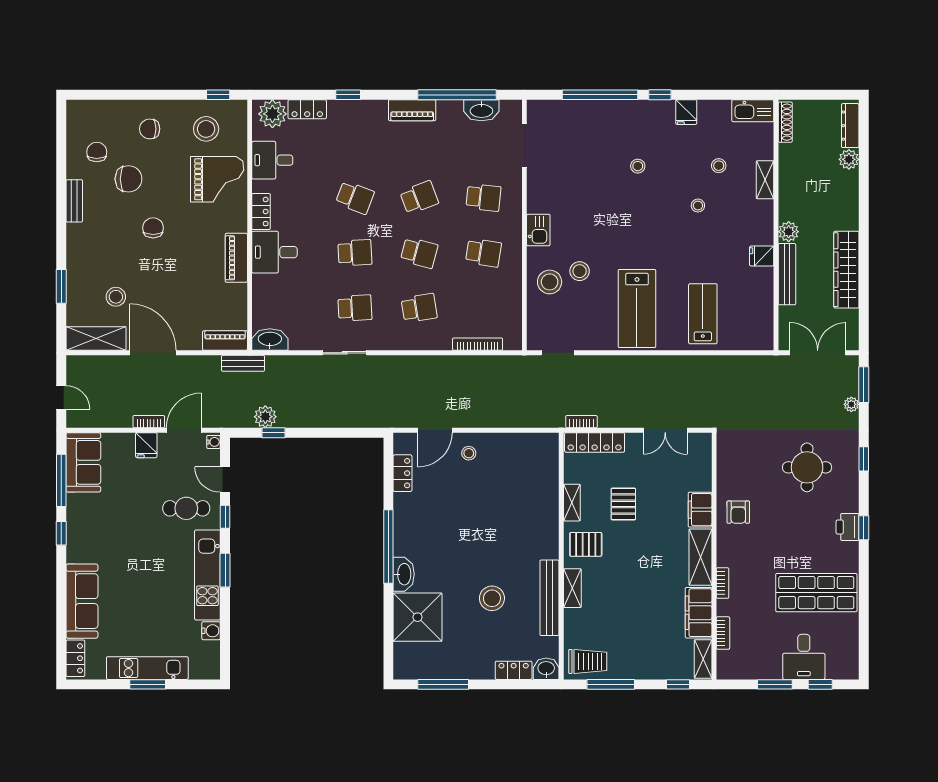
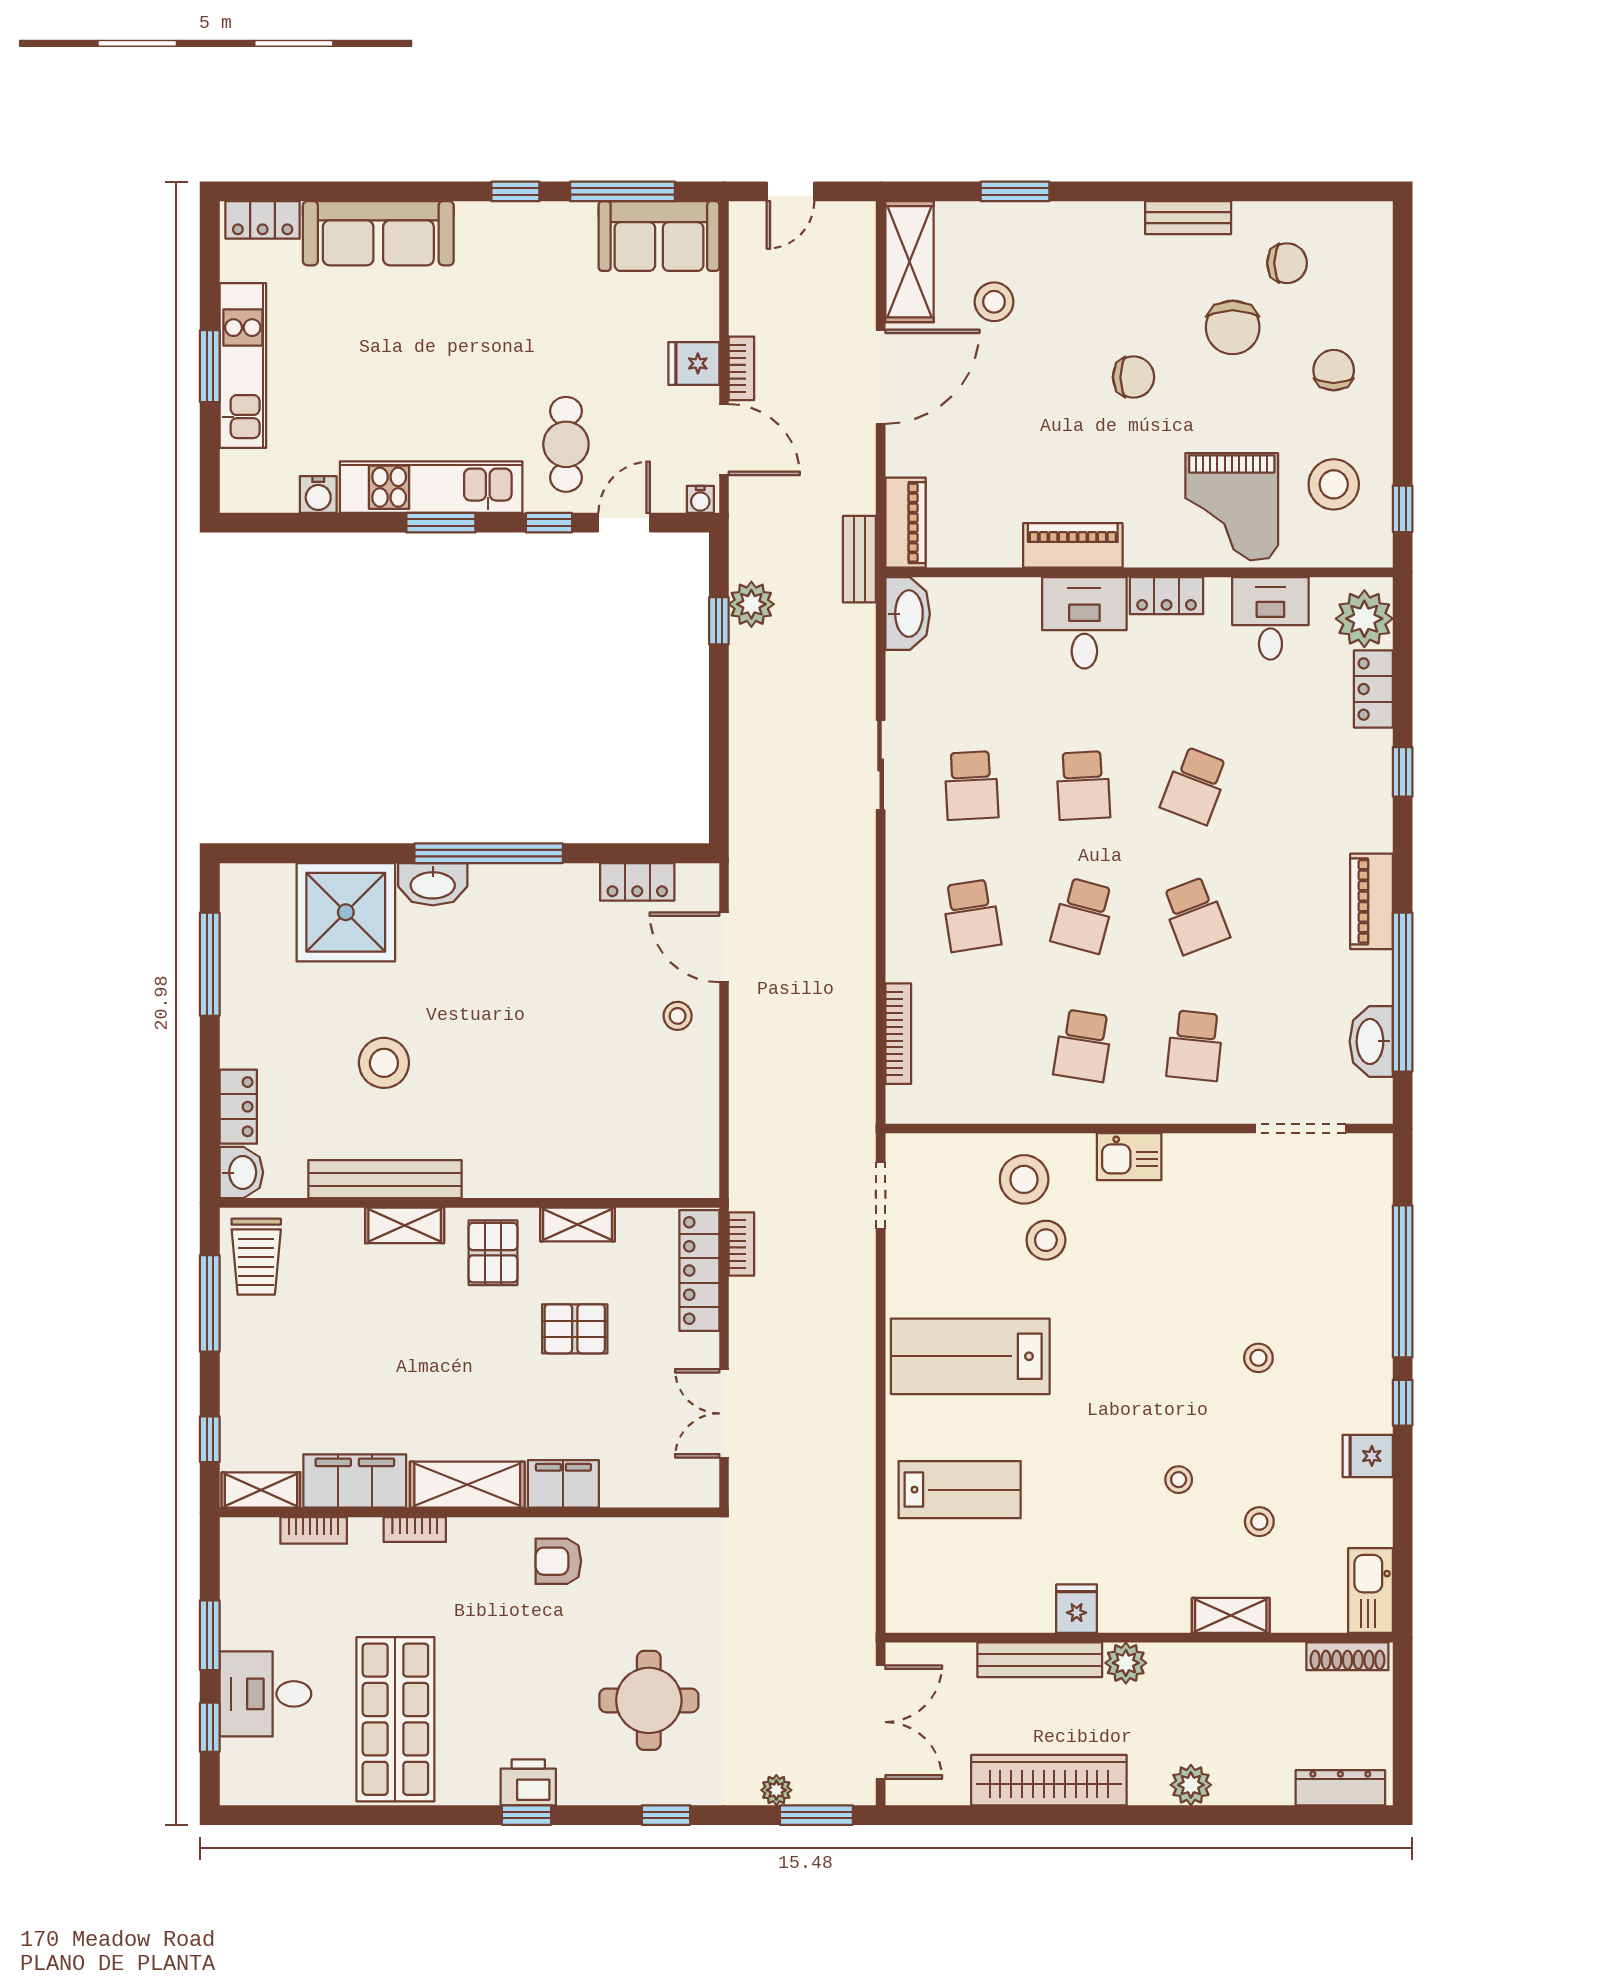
plant: (849, 159) -> (1191, 1785), moved

